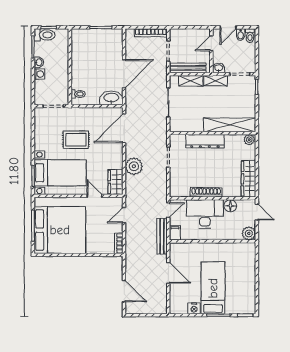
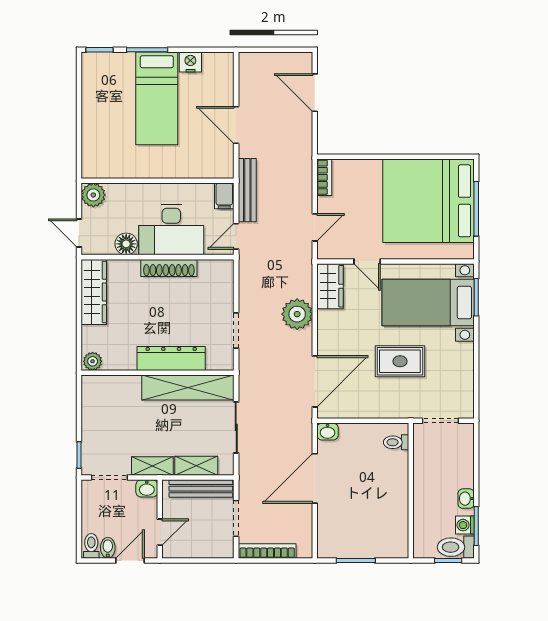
washing machine: (39, 74) -> (465, 525), moved
washbasin: (111, 98) -> (328, 432), width x0.52, depth x0.69
shelving: (230, 125) -> (188, 388), moved

